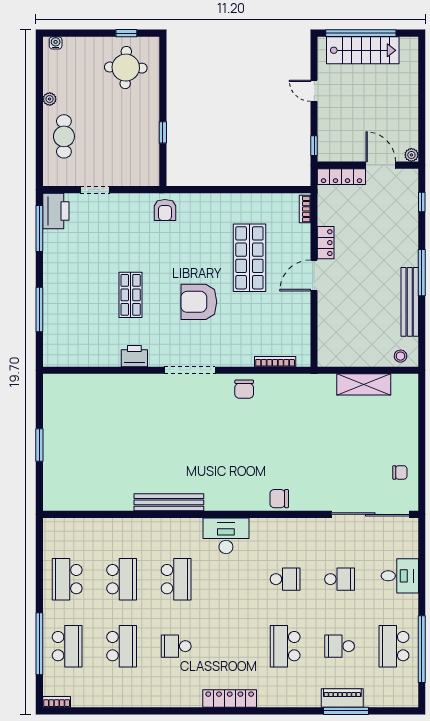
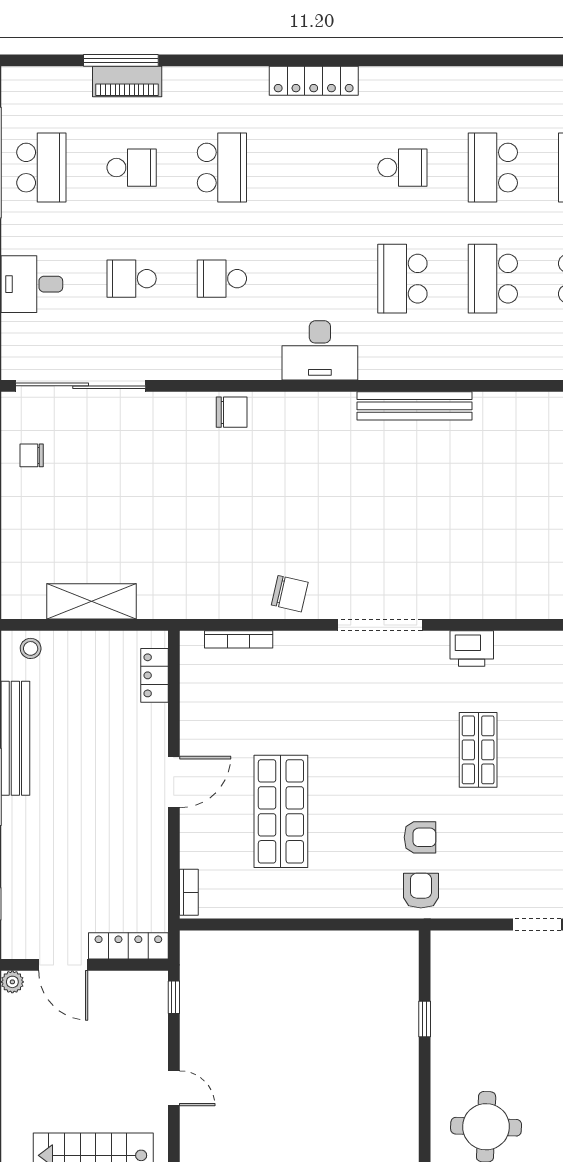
locker: (326, 243) -> (154, 675), moved
armchair: (199, 302) -> (420, 837), moved, width x0.53, depth x0.53
chair: (244, 389) -> (290, 594), turned 103

